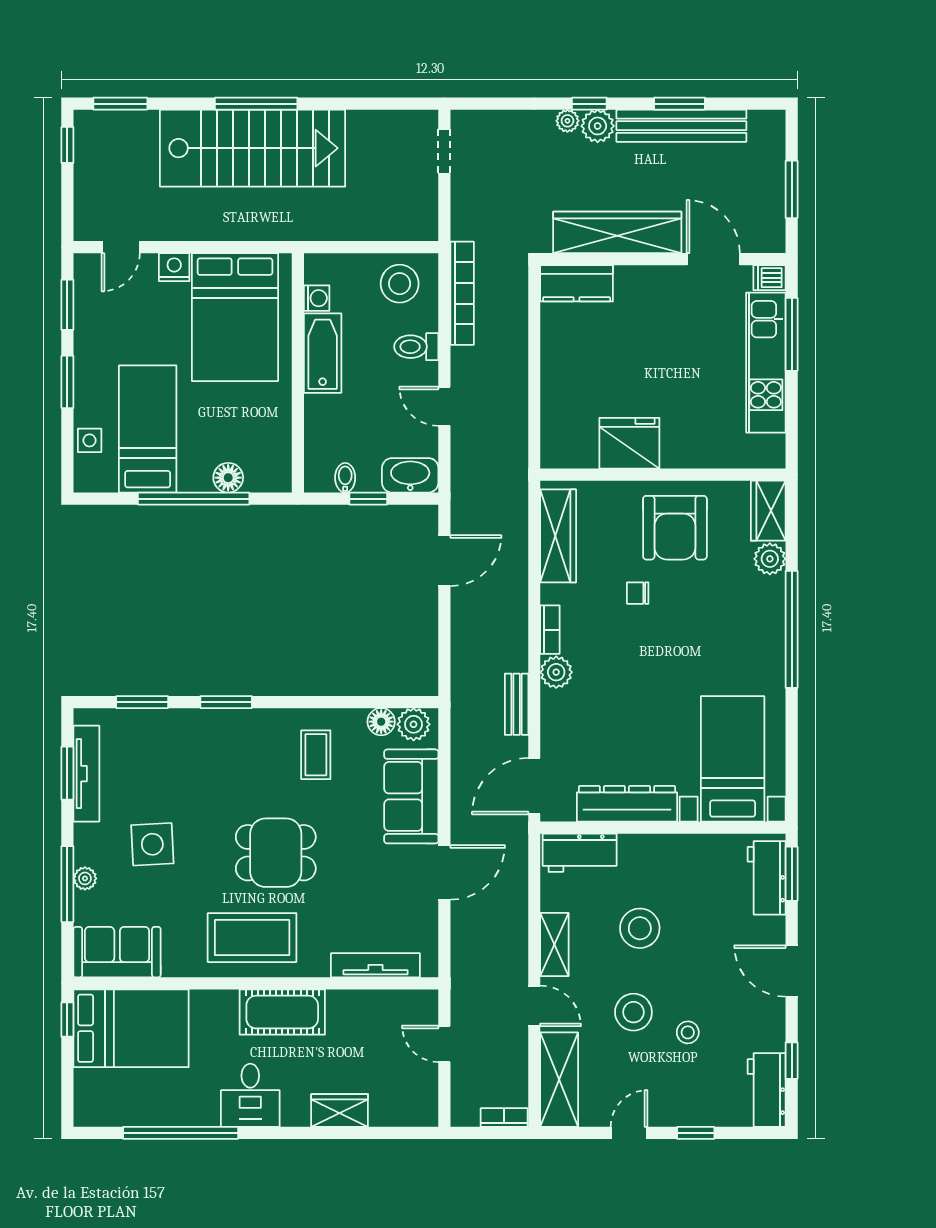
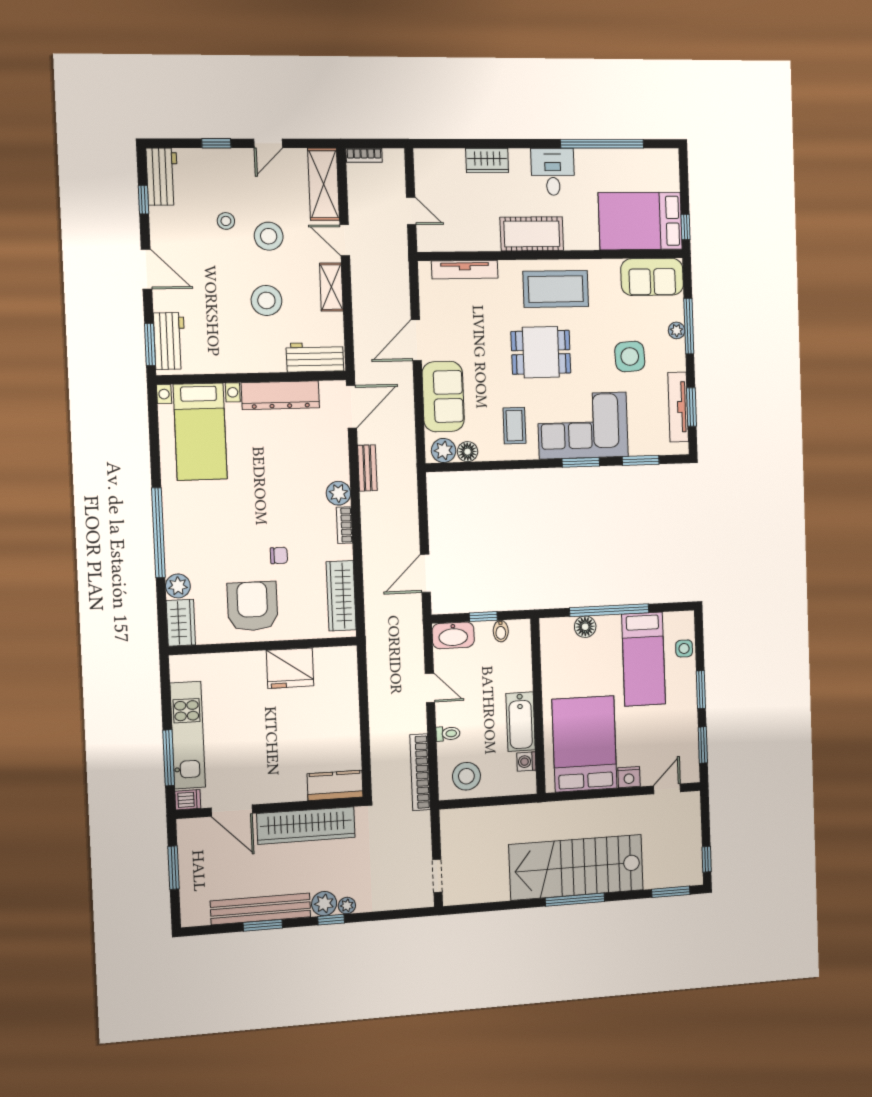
toilet: (416, 347) -> (448, 734), width x0.73, depth x0.72
corner sofa: (221, 752) -> (583, 426), added

